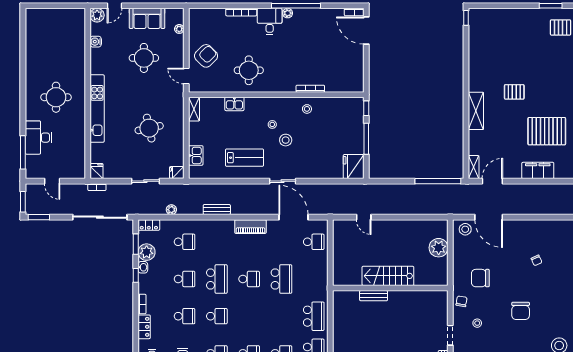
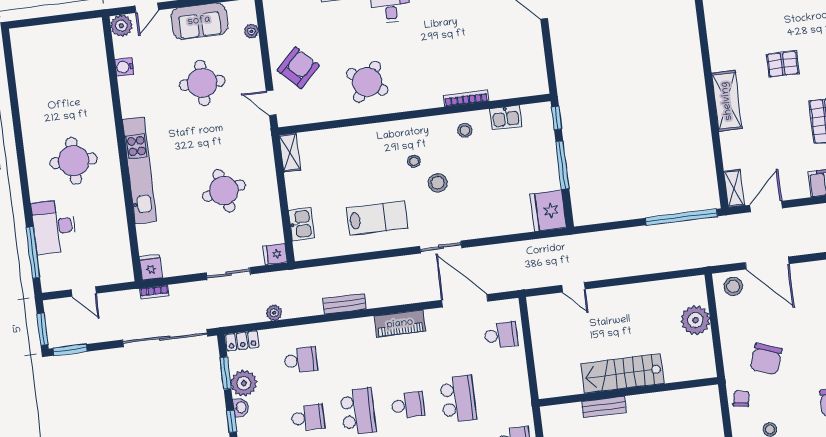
round table: (249, 70) -> (367, 82), turned 35
kitchen sink: (234, 104) -> (506, 117), moved
chair: (480, 278) -> (766, 359), turned -71

